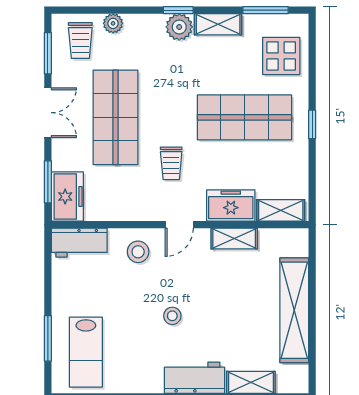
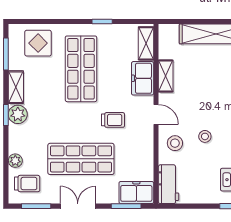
window: (312, 124) -> (102, 21), moved
stool: (172, 316) -> (205, 136), moved

